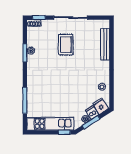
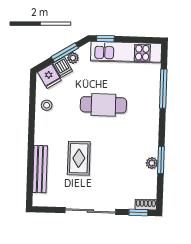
rug: (66, 45) -> (79, 158), moved
cafe table: (64, 88) -> (103, 105), added

